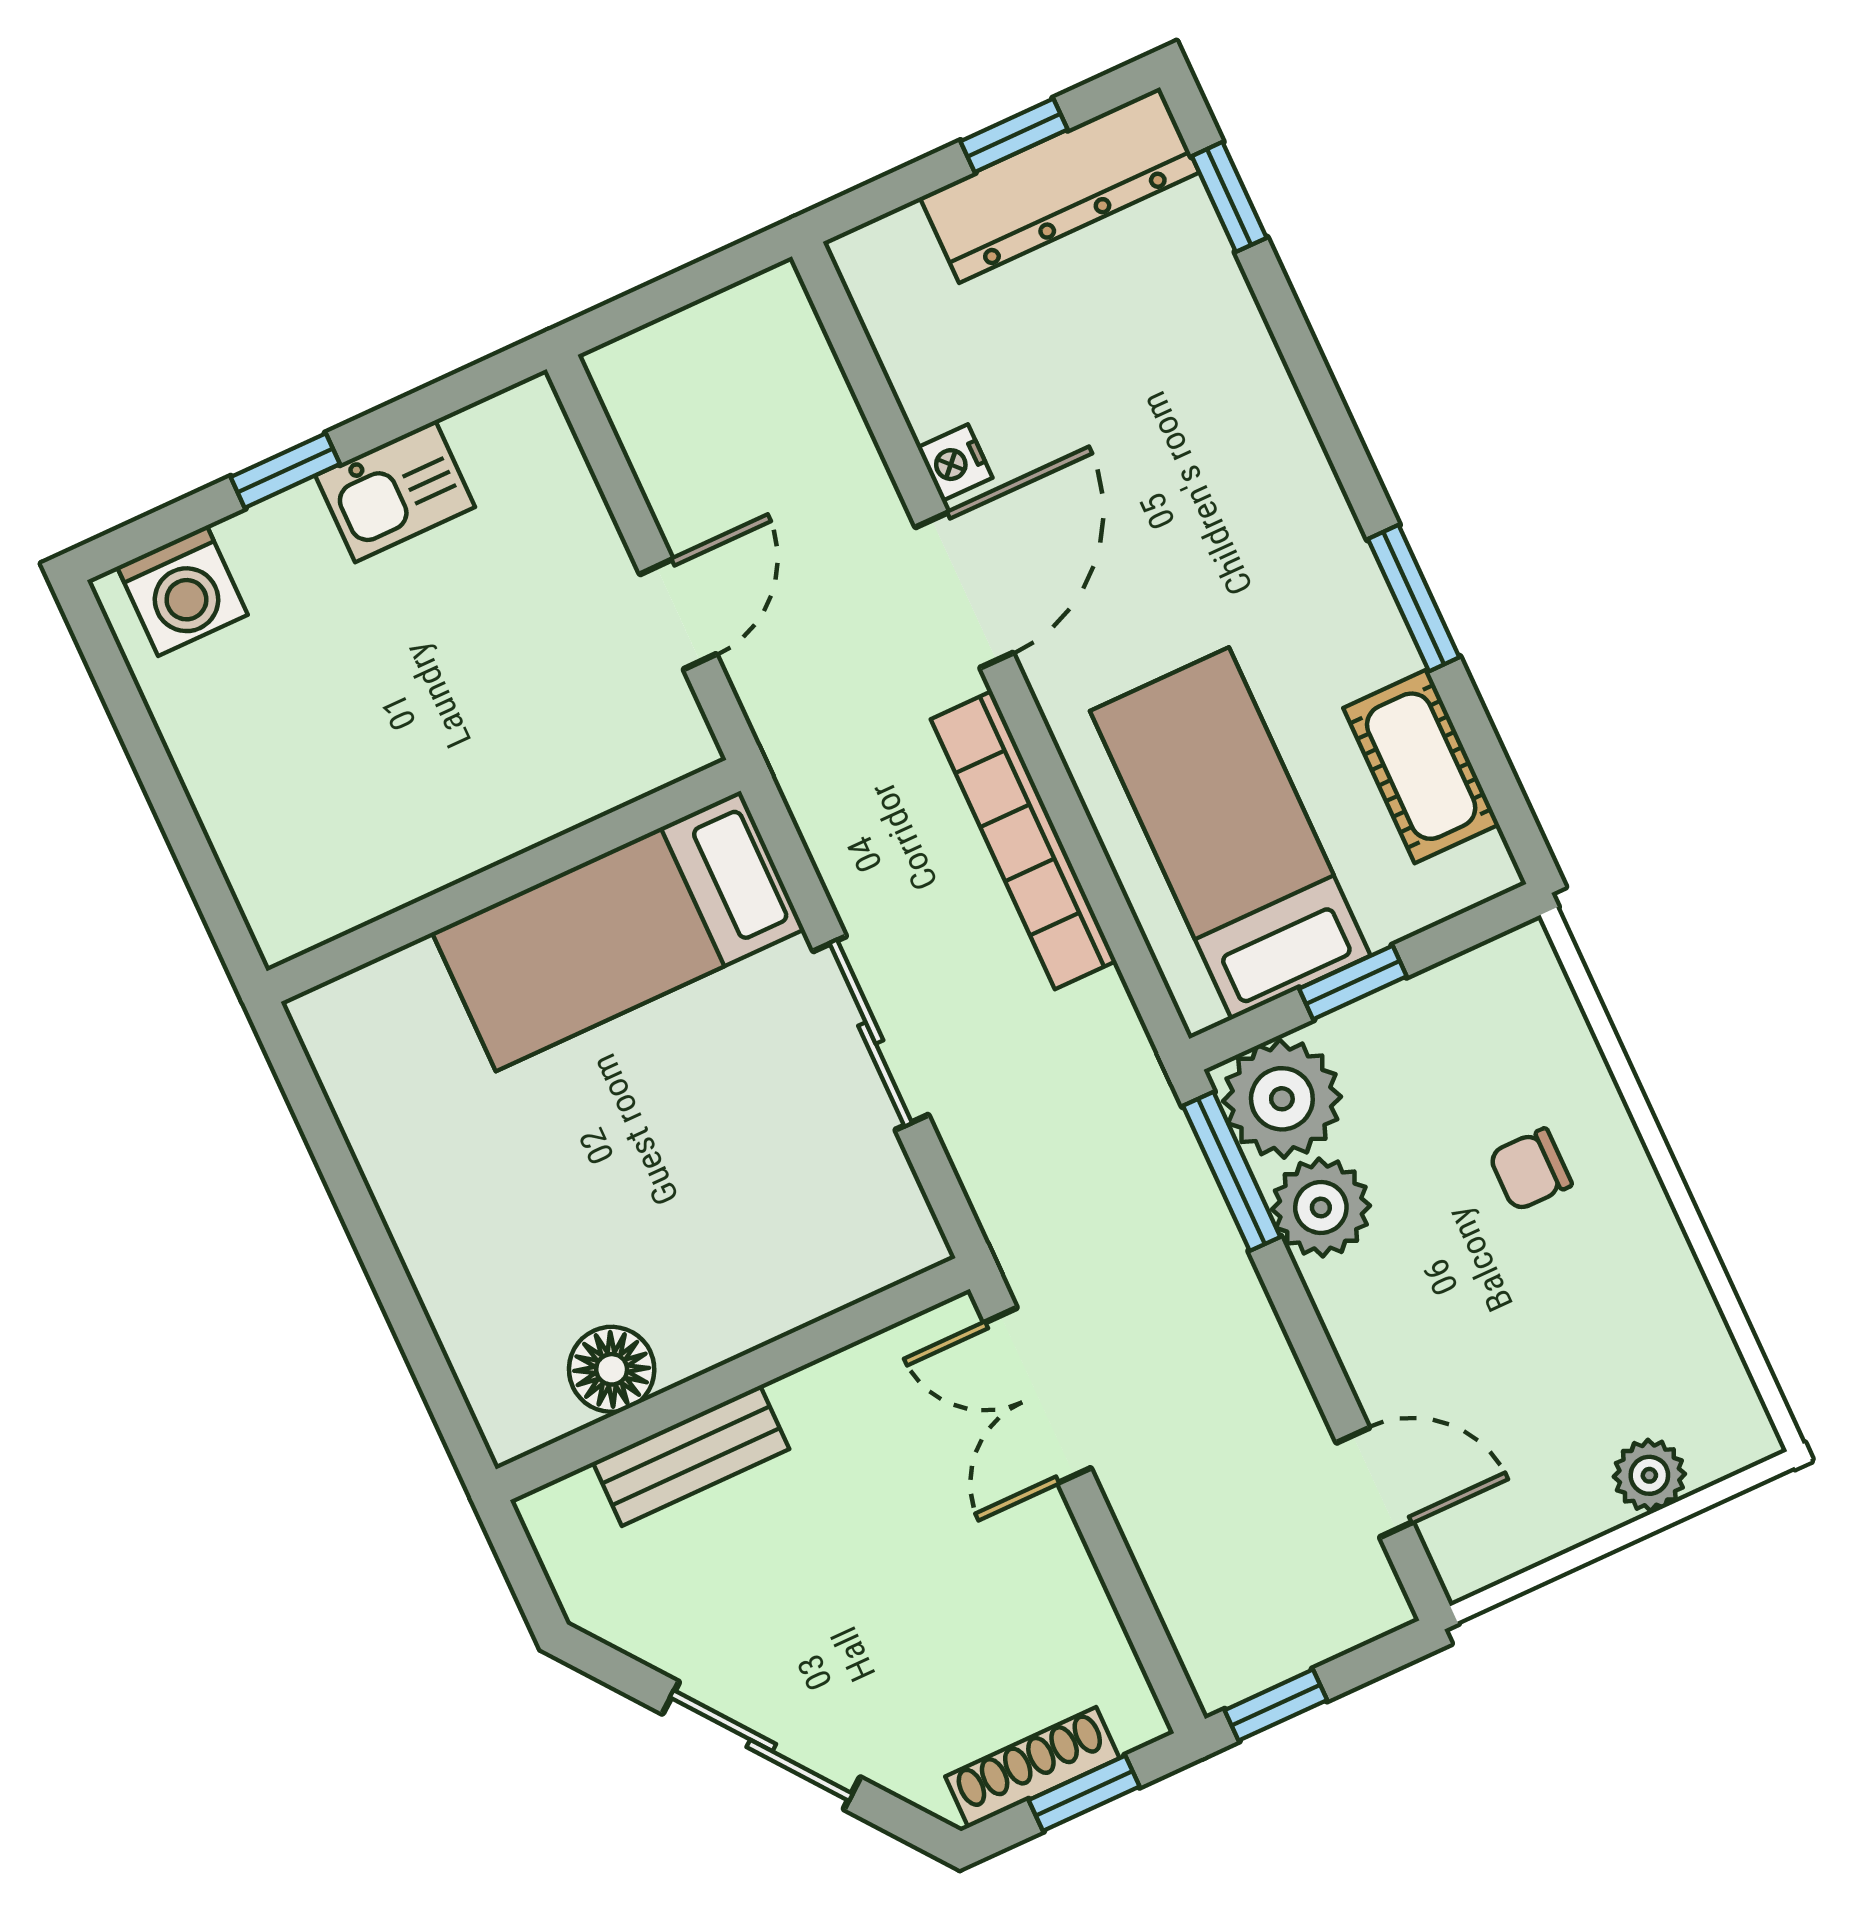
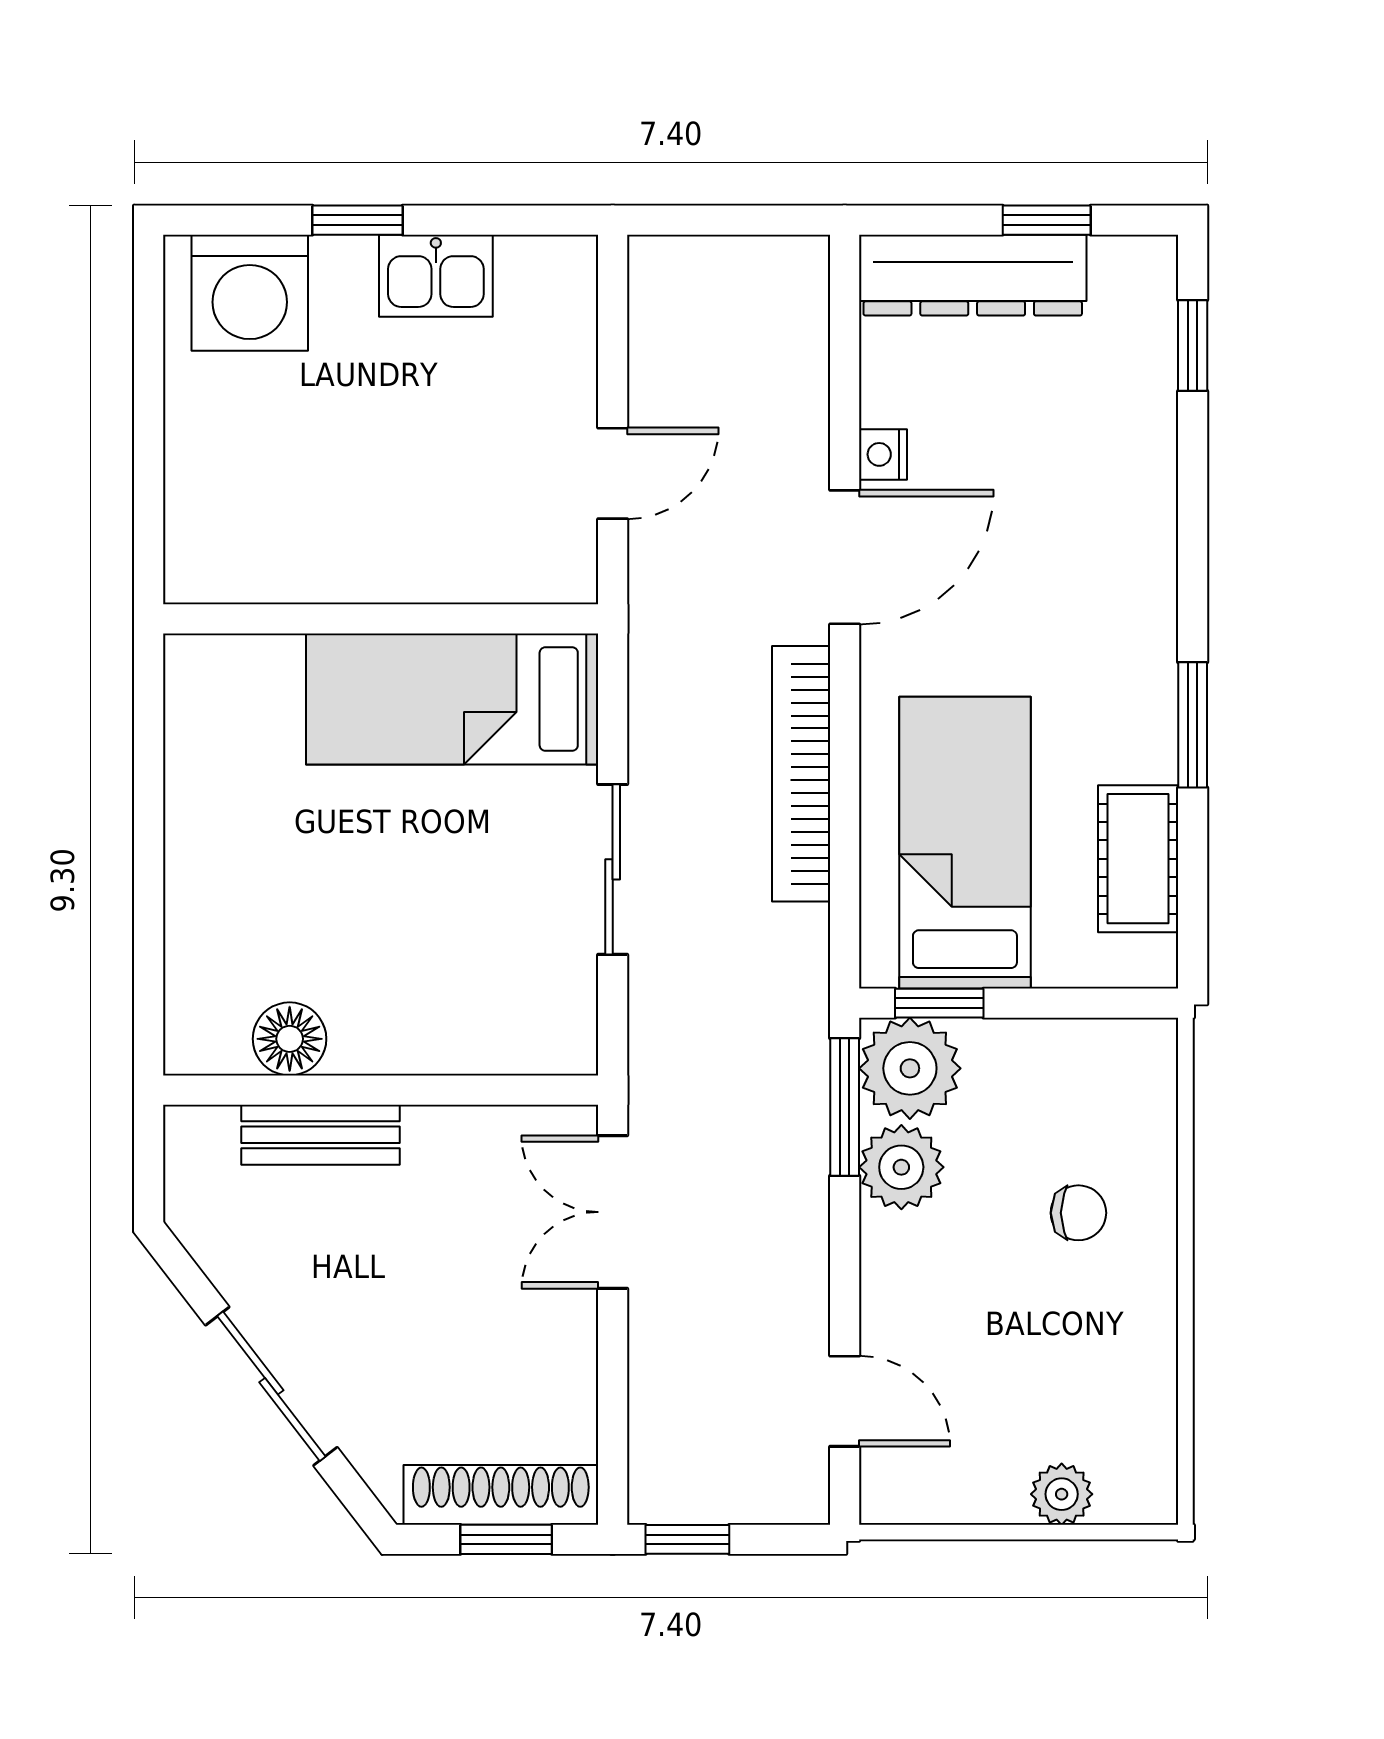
dresser: (1059, 185) -> (973, 275), moved
washing machine: (182, 591) -> (250, 293), width x1.37, depth x1.37
window: (1353, 982) -> (939, 1003), moved
chair: (1530, 1170) -> (1078, 1213), turned 180
shoe rack: (1032, 1767) -> (501, 1495), width x1.36, depth x1.24

